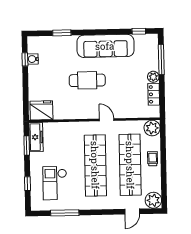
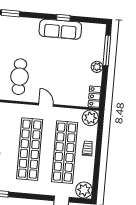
window: (139, 31) -> (63, 18), moved
sofa: (105, 46) -> (60, 29), width x0.74, depth x0.79
cafe table: (87, 80) -> (19, 77), moved, turned 90
locker: (154, 94) -> (95, 97), moved

